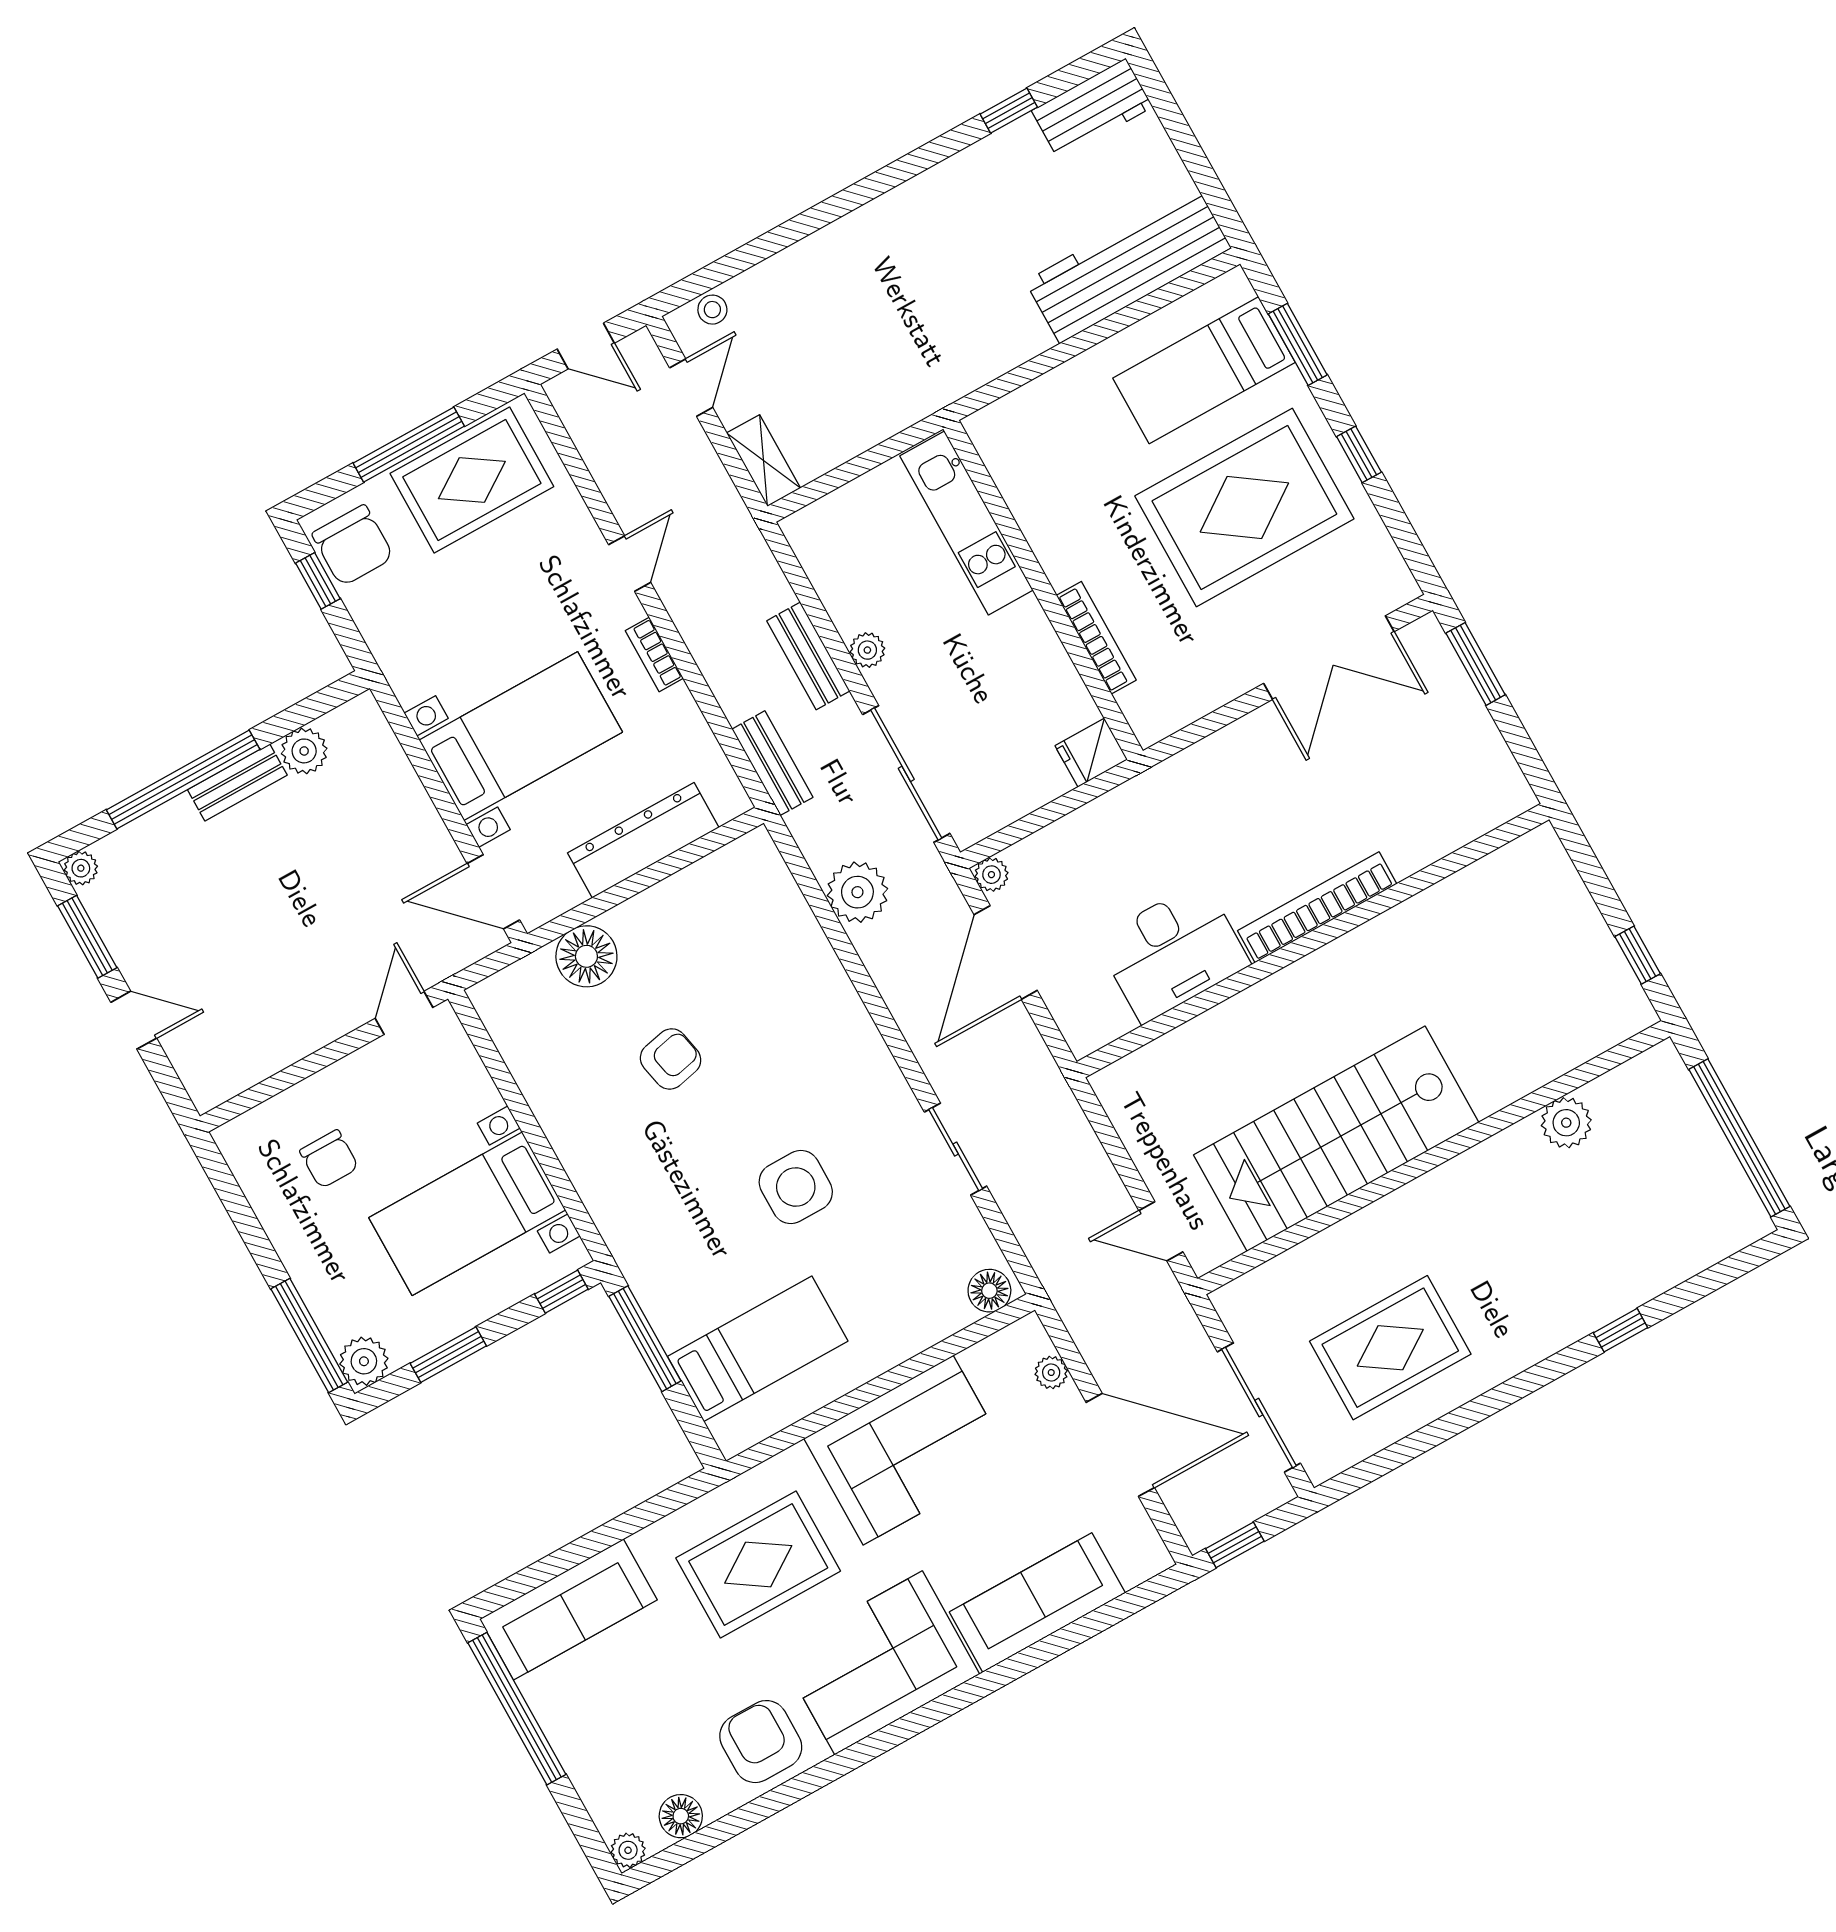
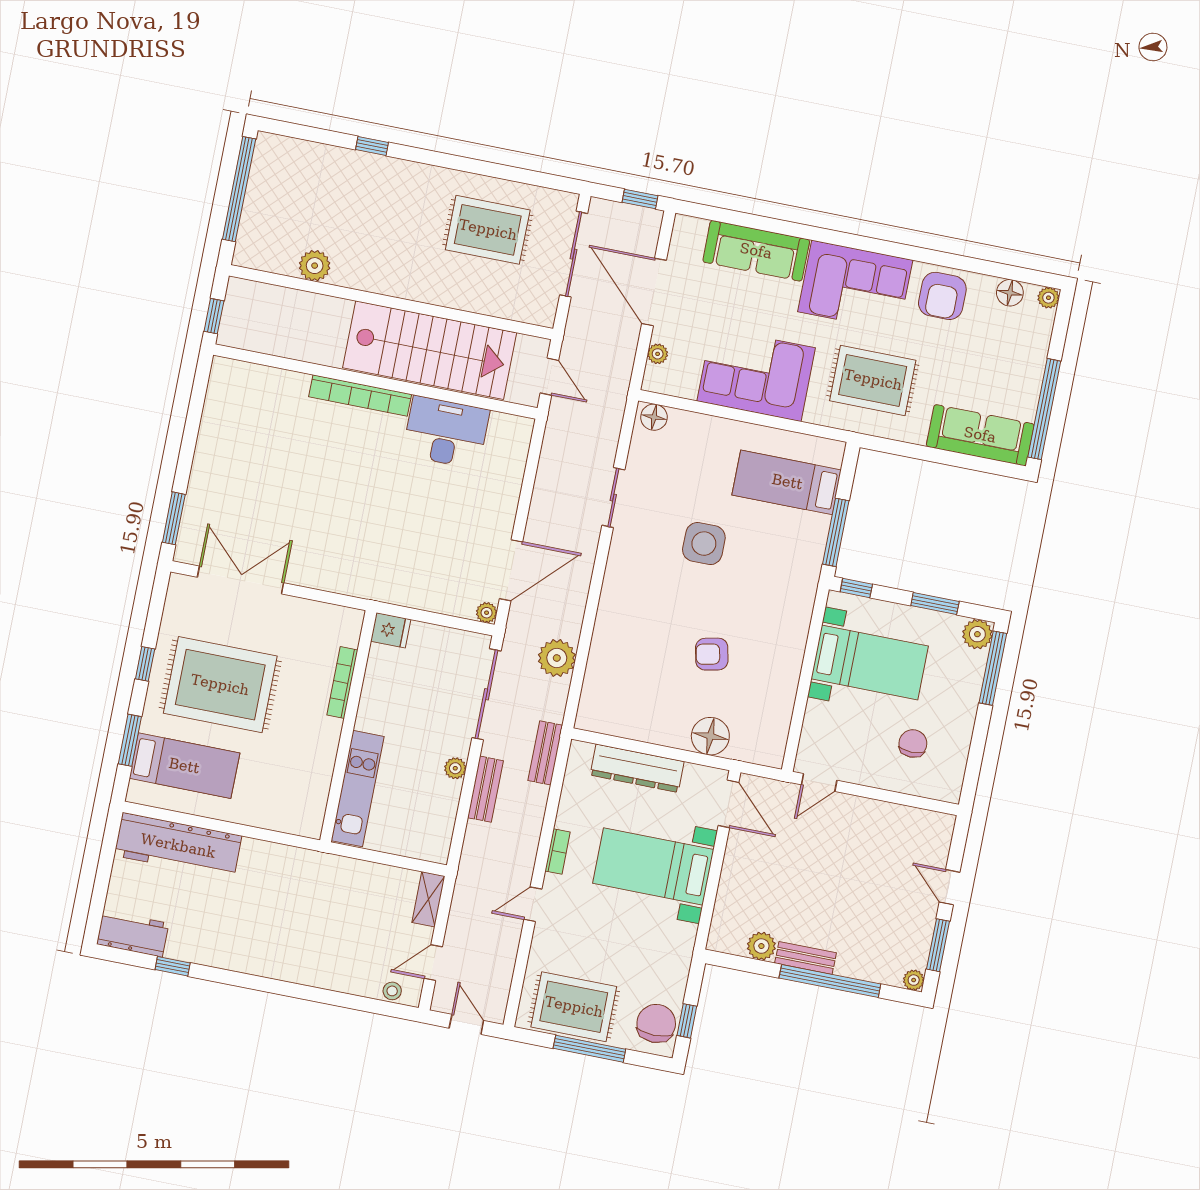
bookcase: (1317, 907) -> (360, 396), moved
wall: (1313, 941) -> (375, 381), moved
desk: (1173, 952) -> (446, 432), moved

